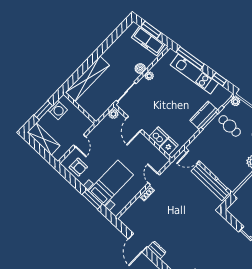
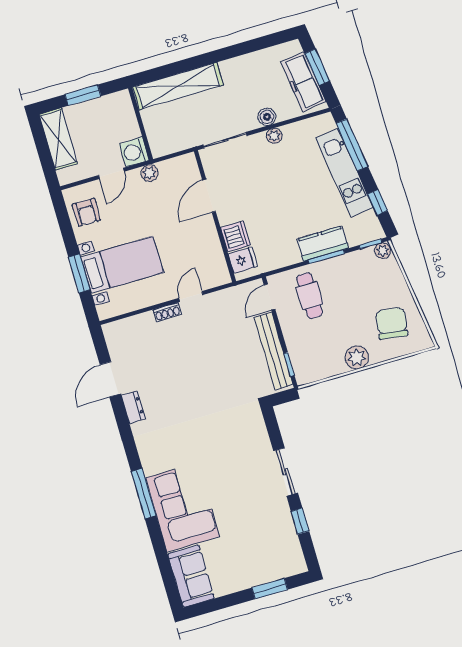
washing machine: (58, 110) -> (134, 152), moved, turned 90
plant: (113, 114) -> (149, 173), moved
cafe table: (230, 126) -> (310, 296), moved
door: (193, 157) -> (270, 297), hinge flipped

